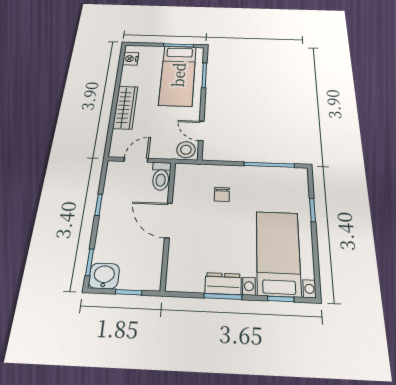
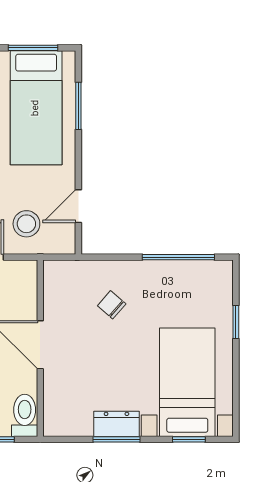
door: (201, 131) -> (78, 206), hinge flipped
stool: (186, 150) -> (26, 224), moved
toilet: (161, 176) -> (25, 415), moved, turned 180
chair: (222, 194) -> (112, 305), turned 131

